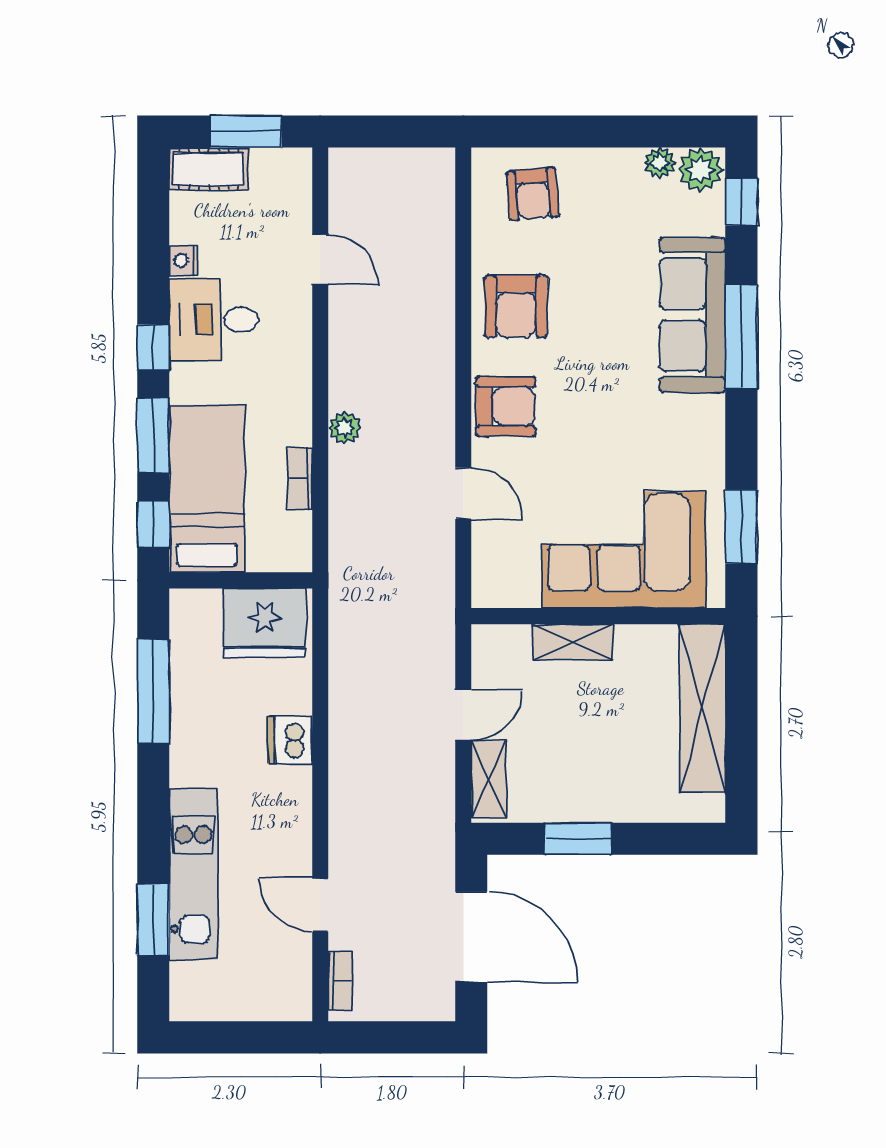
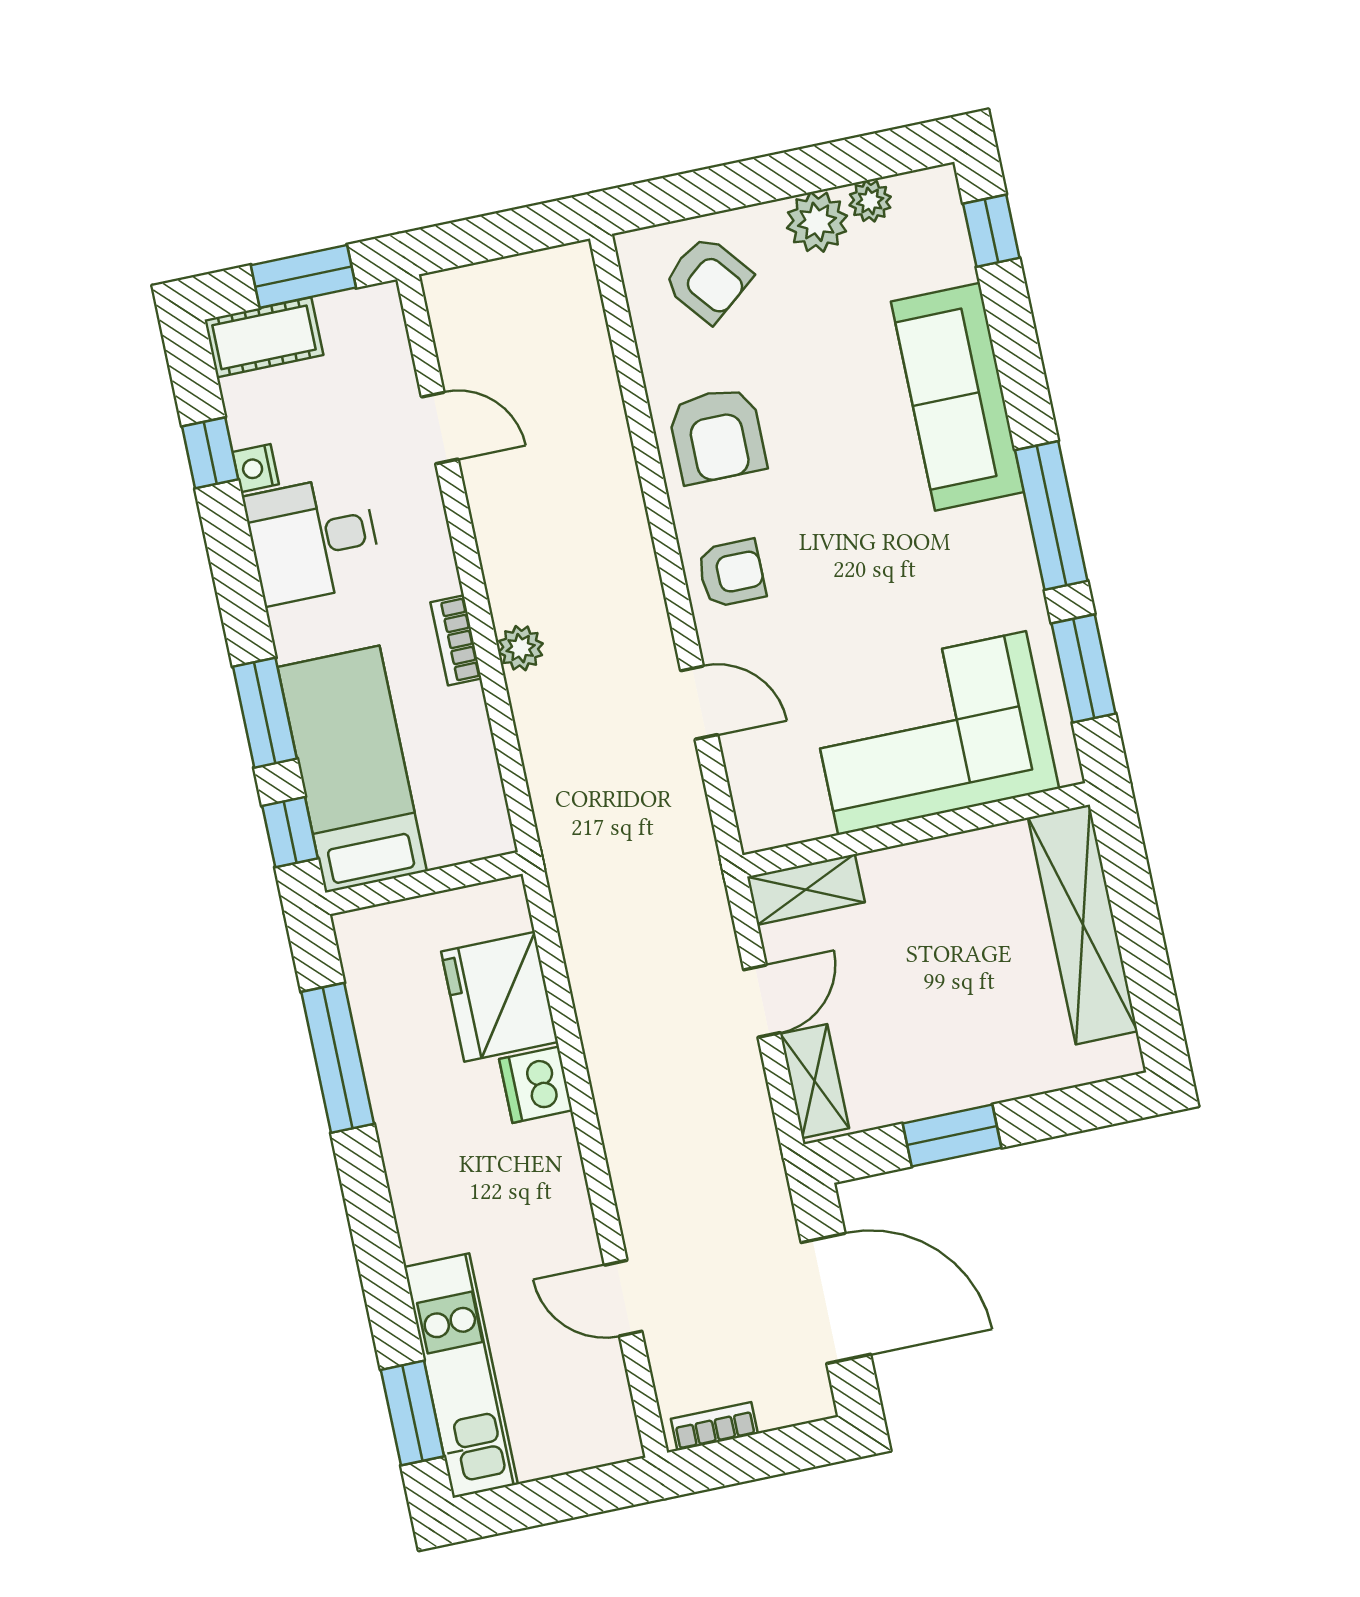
plant: (701, 170) -> (817, 222), moved
armchair: (533, 194) -> (708, 279), turned -34
window: (741, 337) -> (1051, 515), moved
window: (153, 348) -> (210, 453), moved
armchair: (506, 406) -> (731, 573), width x0.72, depth x0.72
bookcase: (300, 479) -> (456, 640), moved
fridge: (265, 623) -> (500, 997), moved, turned 90
shelving: (573, 642) -> (806, 890), moved
kitchen unit: (193, 874) -> (461, 1376), moved
window: (153, 920) -> (412, 1413), moved
bookcase: (340, 981) -> (714, 1426), moved, turned -90

